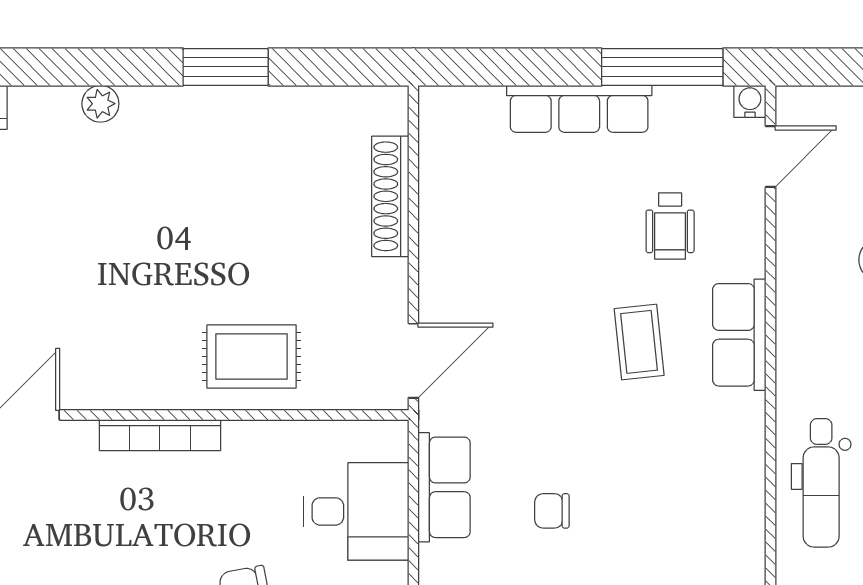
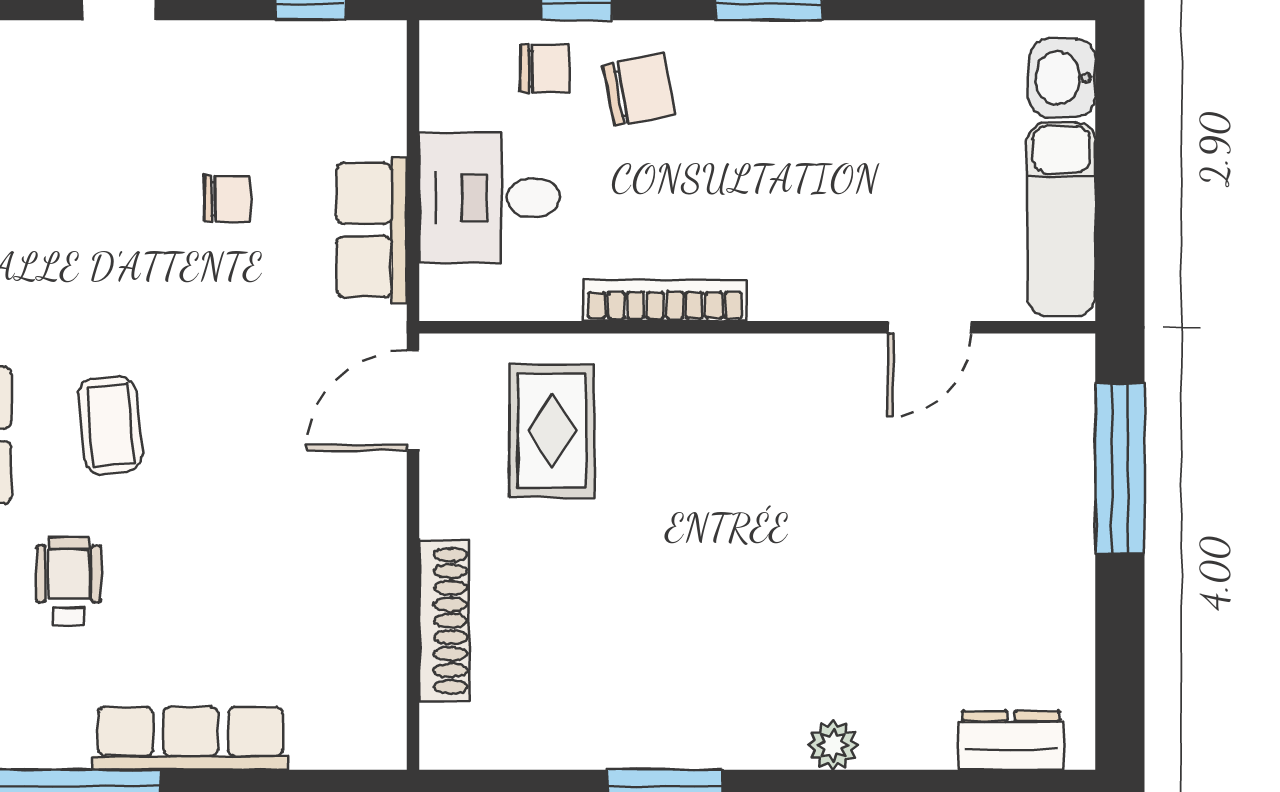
rug: (252, 357) -> (552, 431), moved, turned 90
bookcase: (160, 435) -> (665, 300), moved

